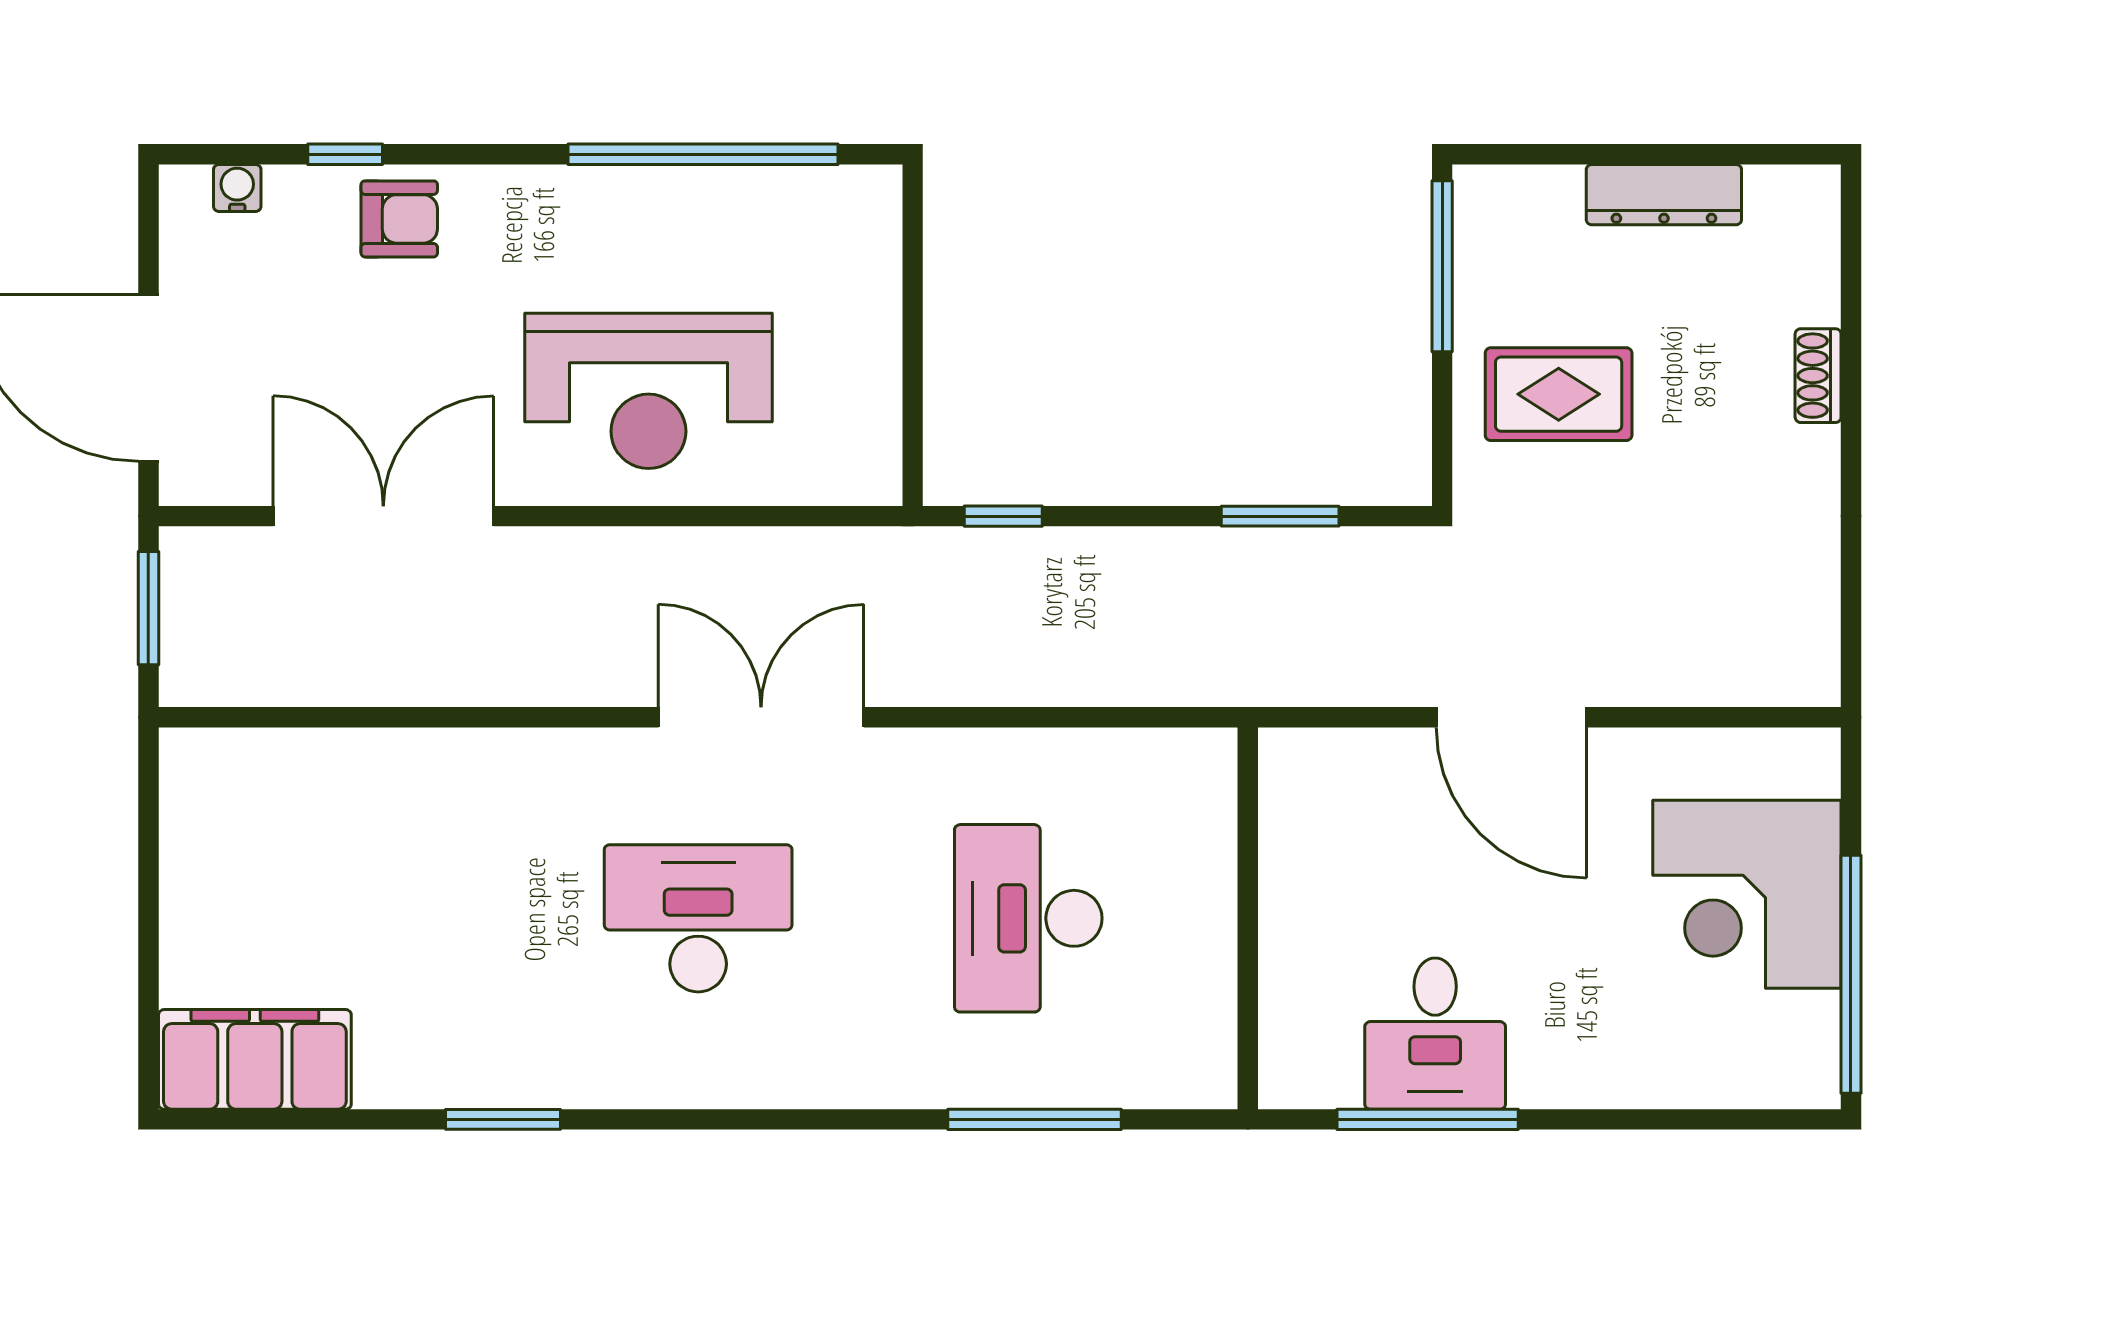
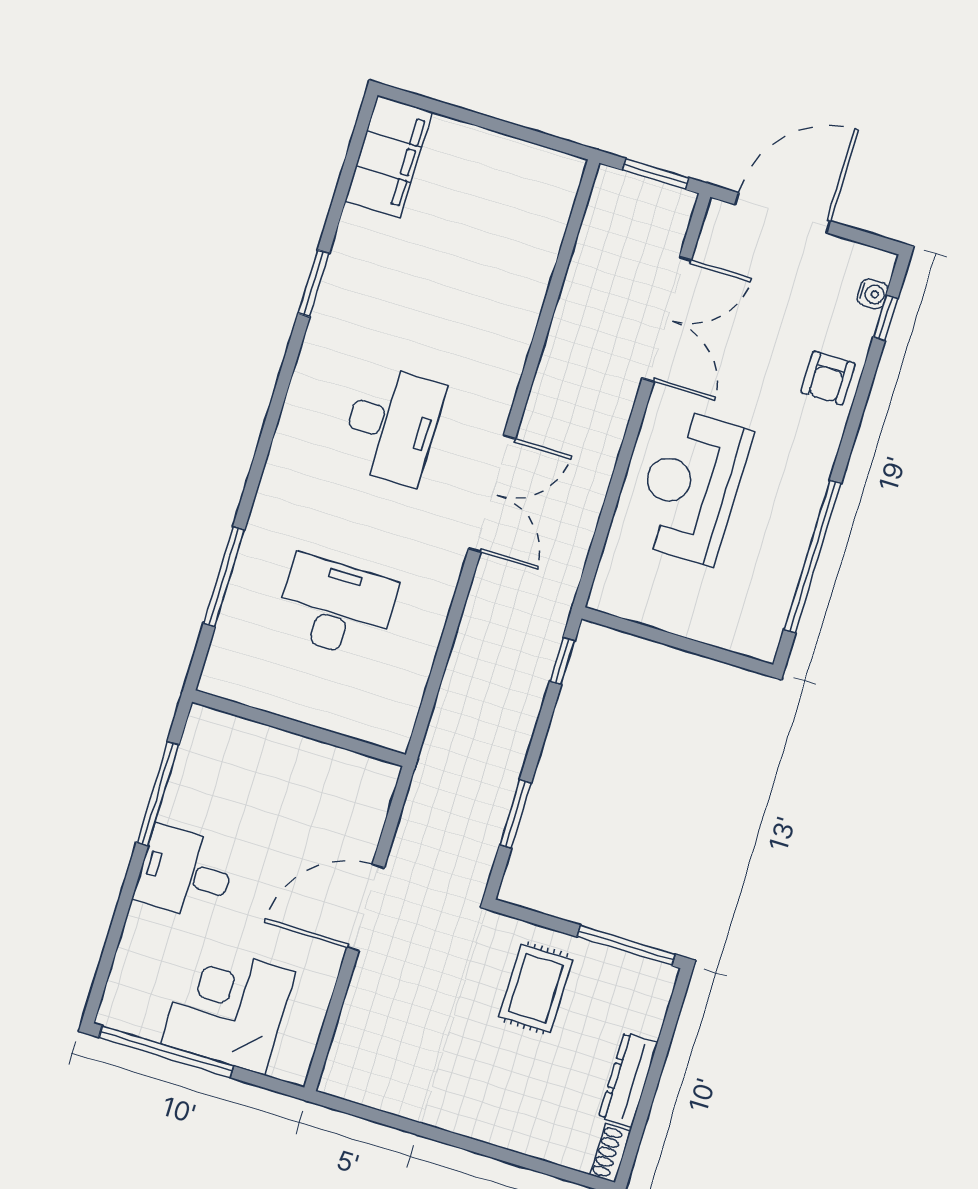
window: (345, 154) -> (886, 318), moved
shoe rack: (1818, 376) -> (610, 1153), moved, turned -90
desk: (1435, 1034) -> (185, 873), moved

